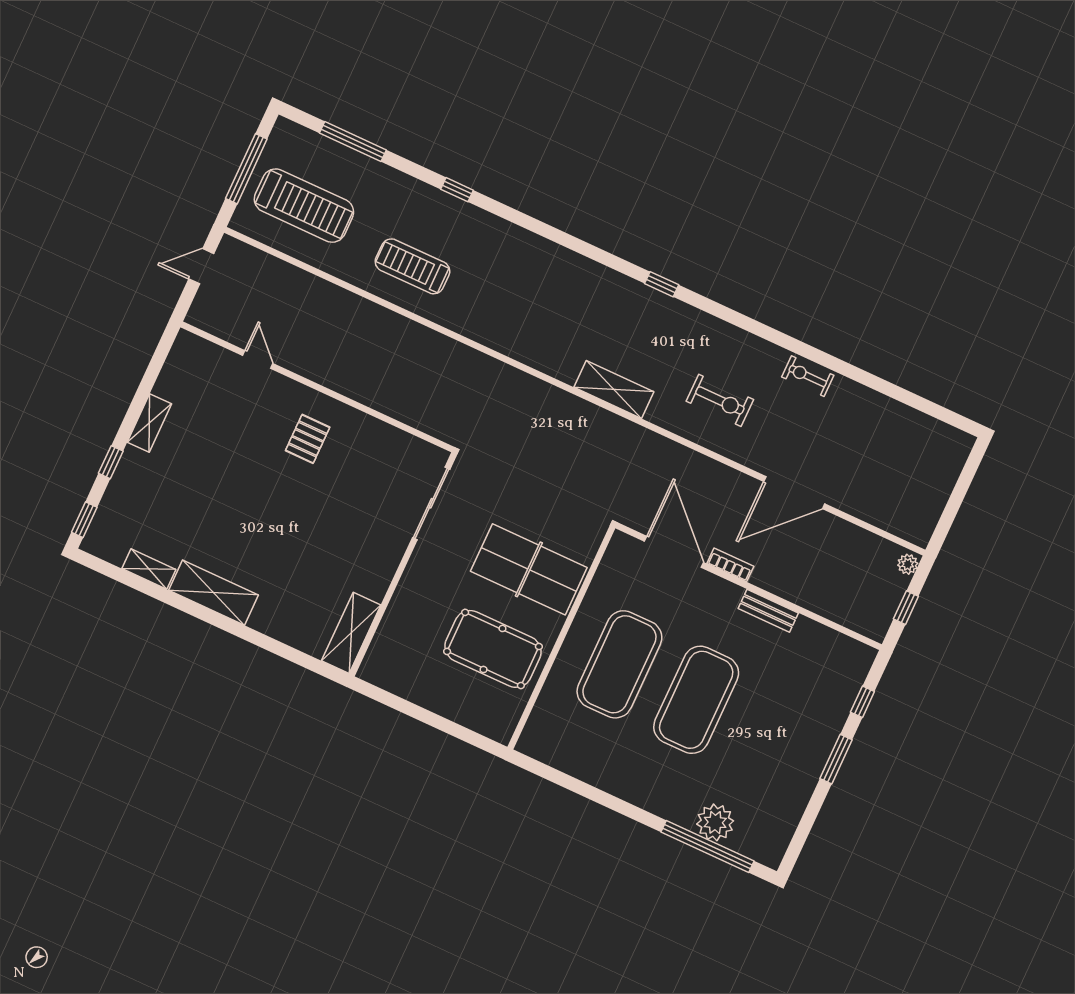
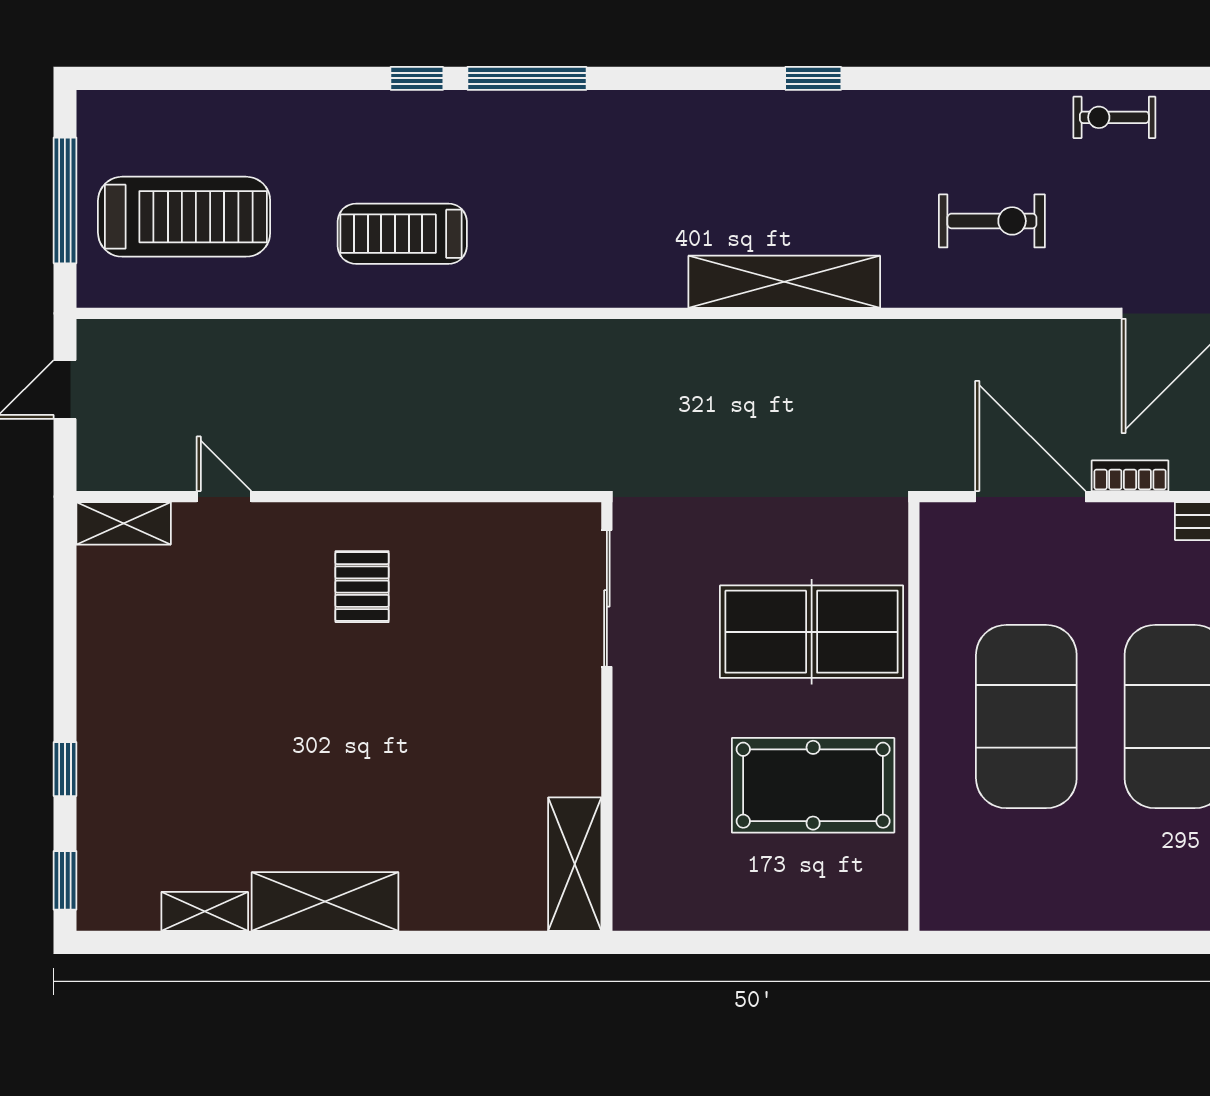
window: (353, 142) -> (527, 78), moved
shelving: (614, 390) -> (784, 282), width x1.47
shelving: (149, 423) -> (124, 523), moved, turned 90

